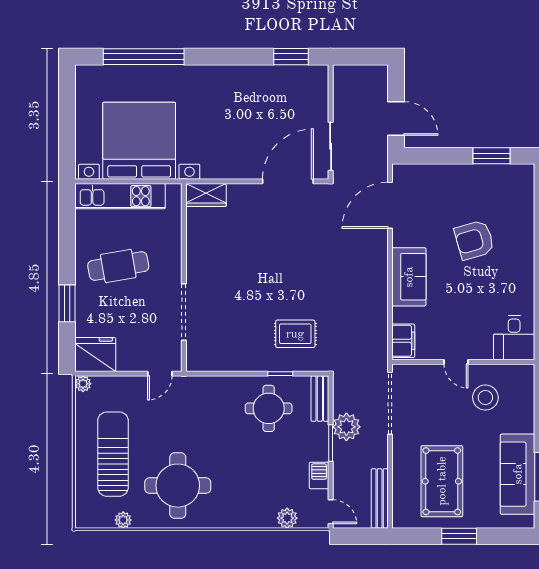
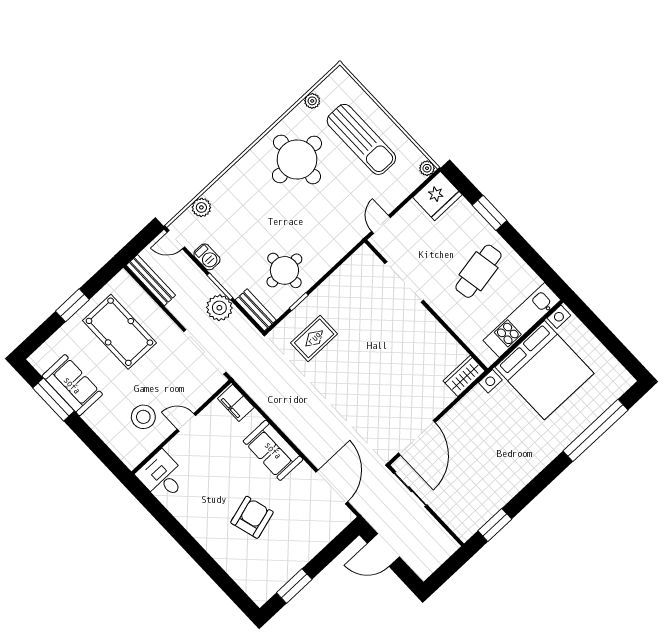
sofa: (518, 474) -> (72, 385), width x0.73

